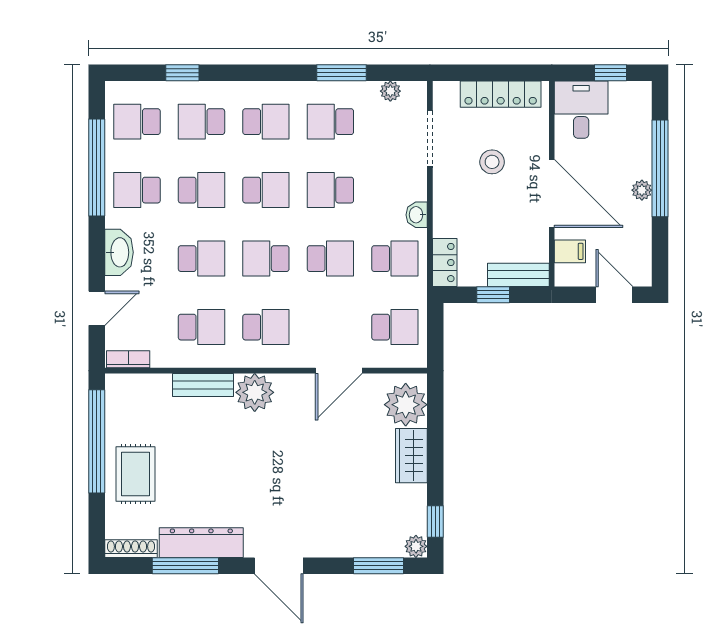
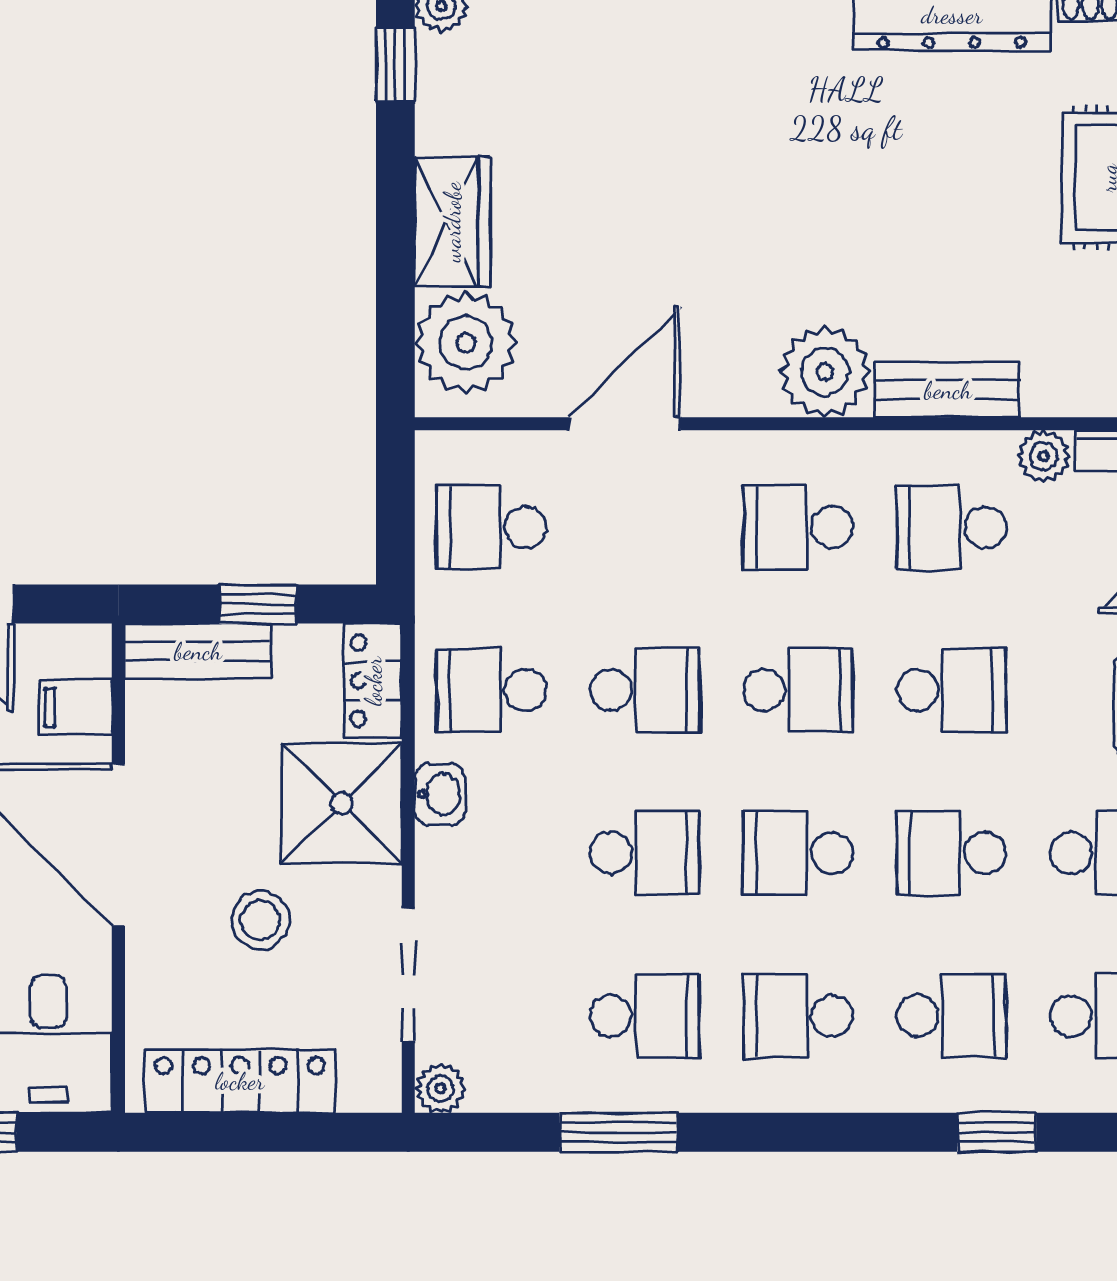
plant: (390, 91) -> (441, 1088), moved
shower: (458, 211) -> (342, 803), added
school desk: (201, 259) -> (951, 690), turned 180
school desk: (330, 259) -> (645, 690), turned 180
plant: (163, 357) -> (1044, 456), added

